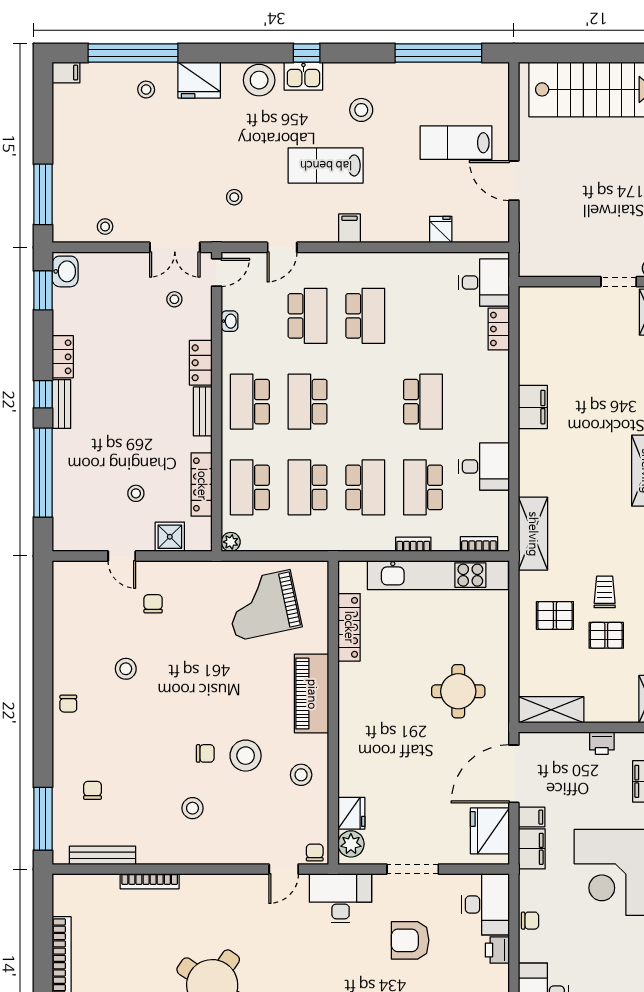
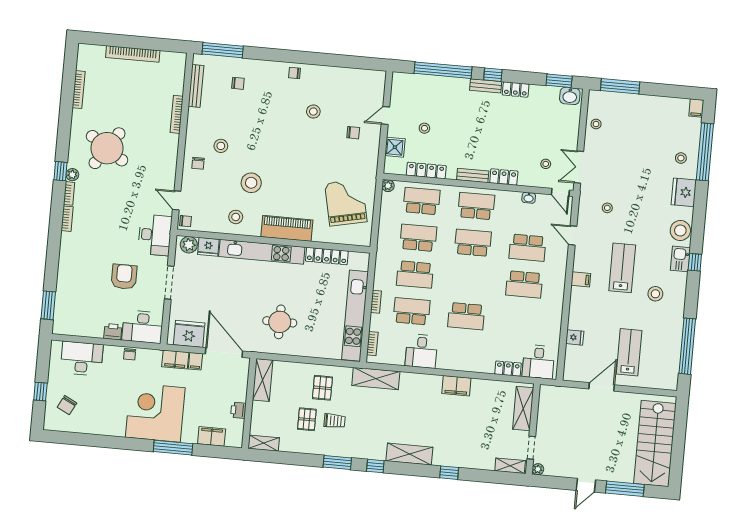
shelving: (559, 300) -> (523, 409), added
kitchen unit: (352, 729) -> (262, 252), added
chair: (205, 753) -> (198, 163), moved

